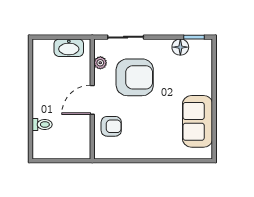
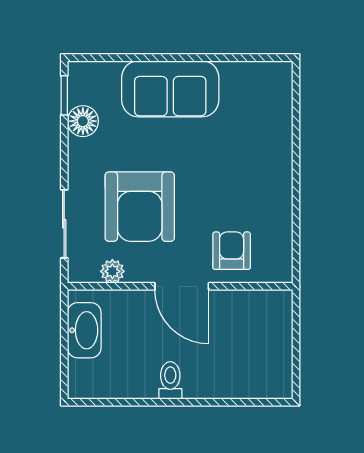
armchair: (135, 77) -> (140, 207), turned 180
sofa: (198, 121) -> (170, 89), moved
toilet: (42, 124) -> (170, 380), moved

